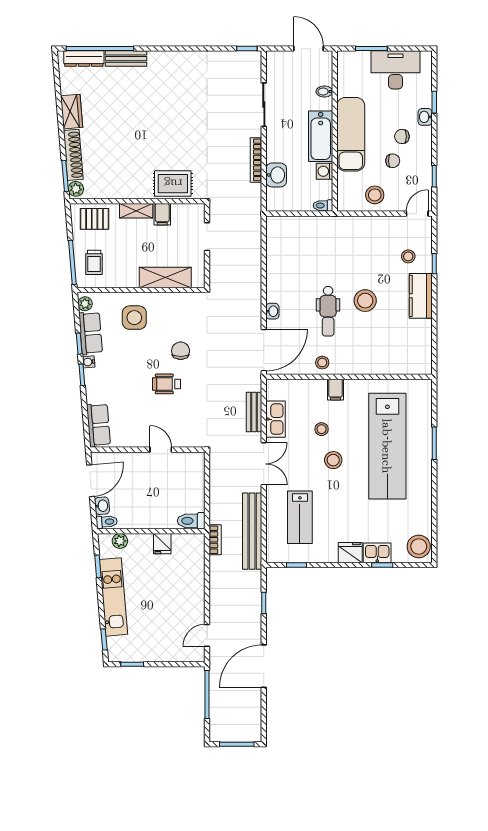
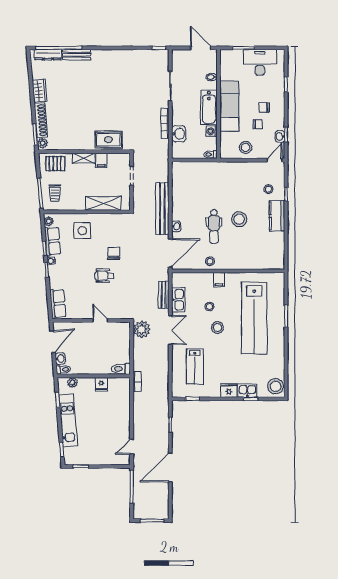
washbasin: (425, 117) -> (280, 136), moved
plant: (222, 463) -> (142, 329), added
bench: (252, 531) -> (162, 209), moved

